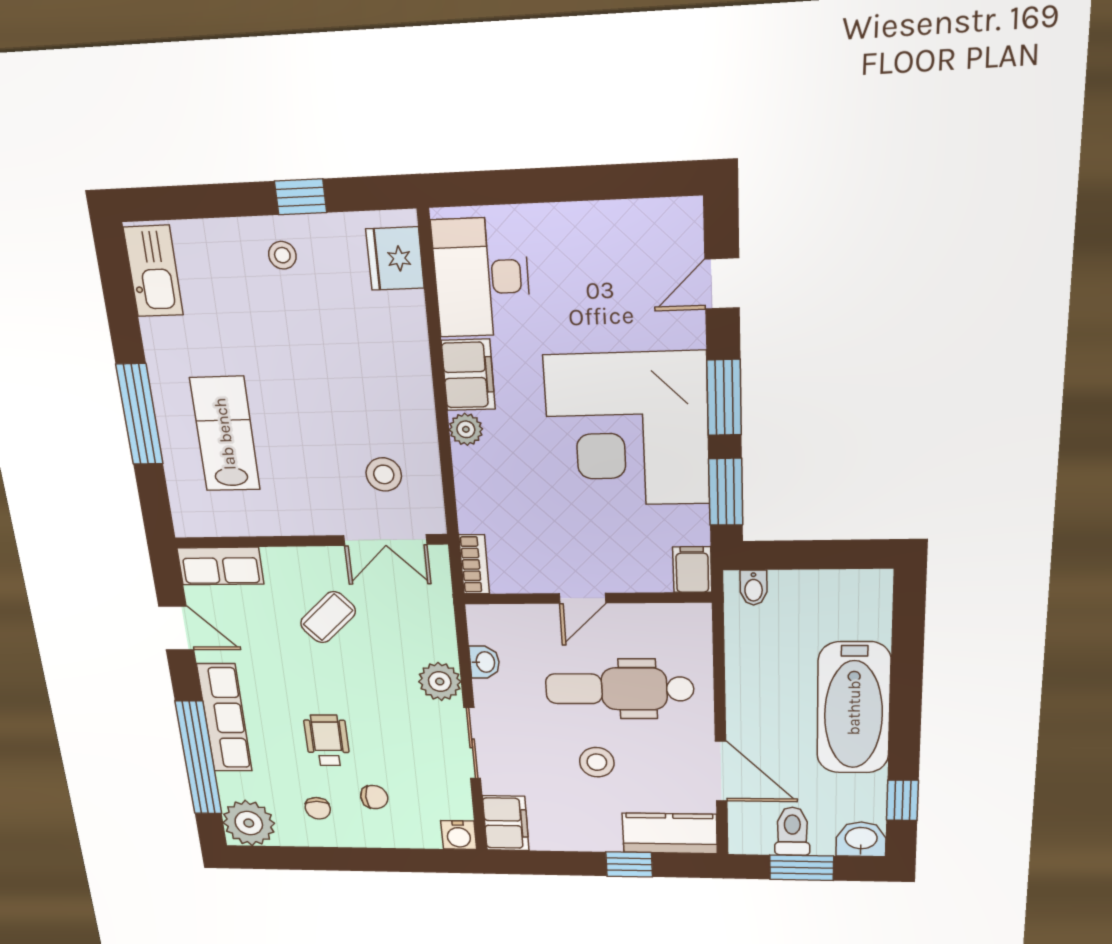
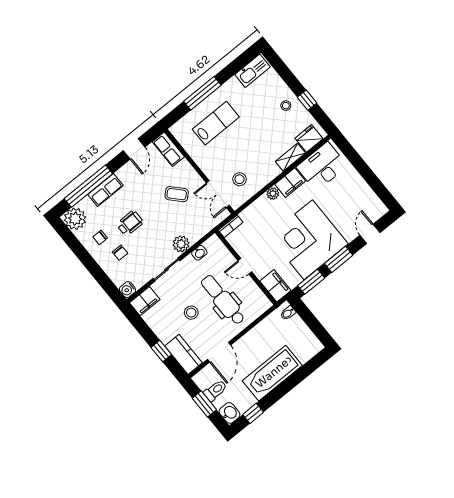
door: (722, 284) -> (370, 234), hinge flipped
shelving: (410, 332) -> (290, 157), added
filing cabinet: (692, 570) -> (275, 286), width x2.00
row of seats: (224, 718) -> (105, 190), width x0.68

